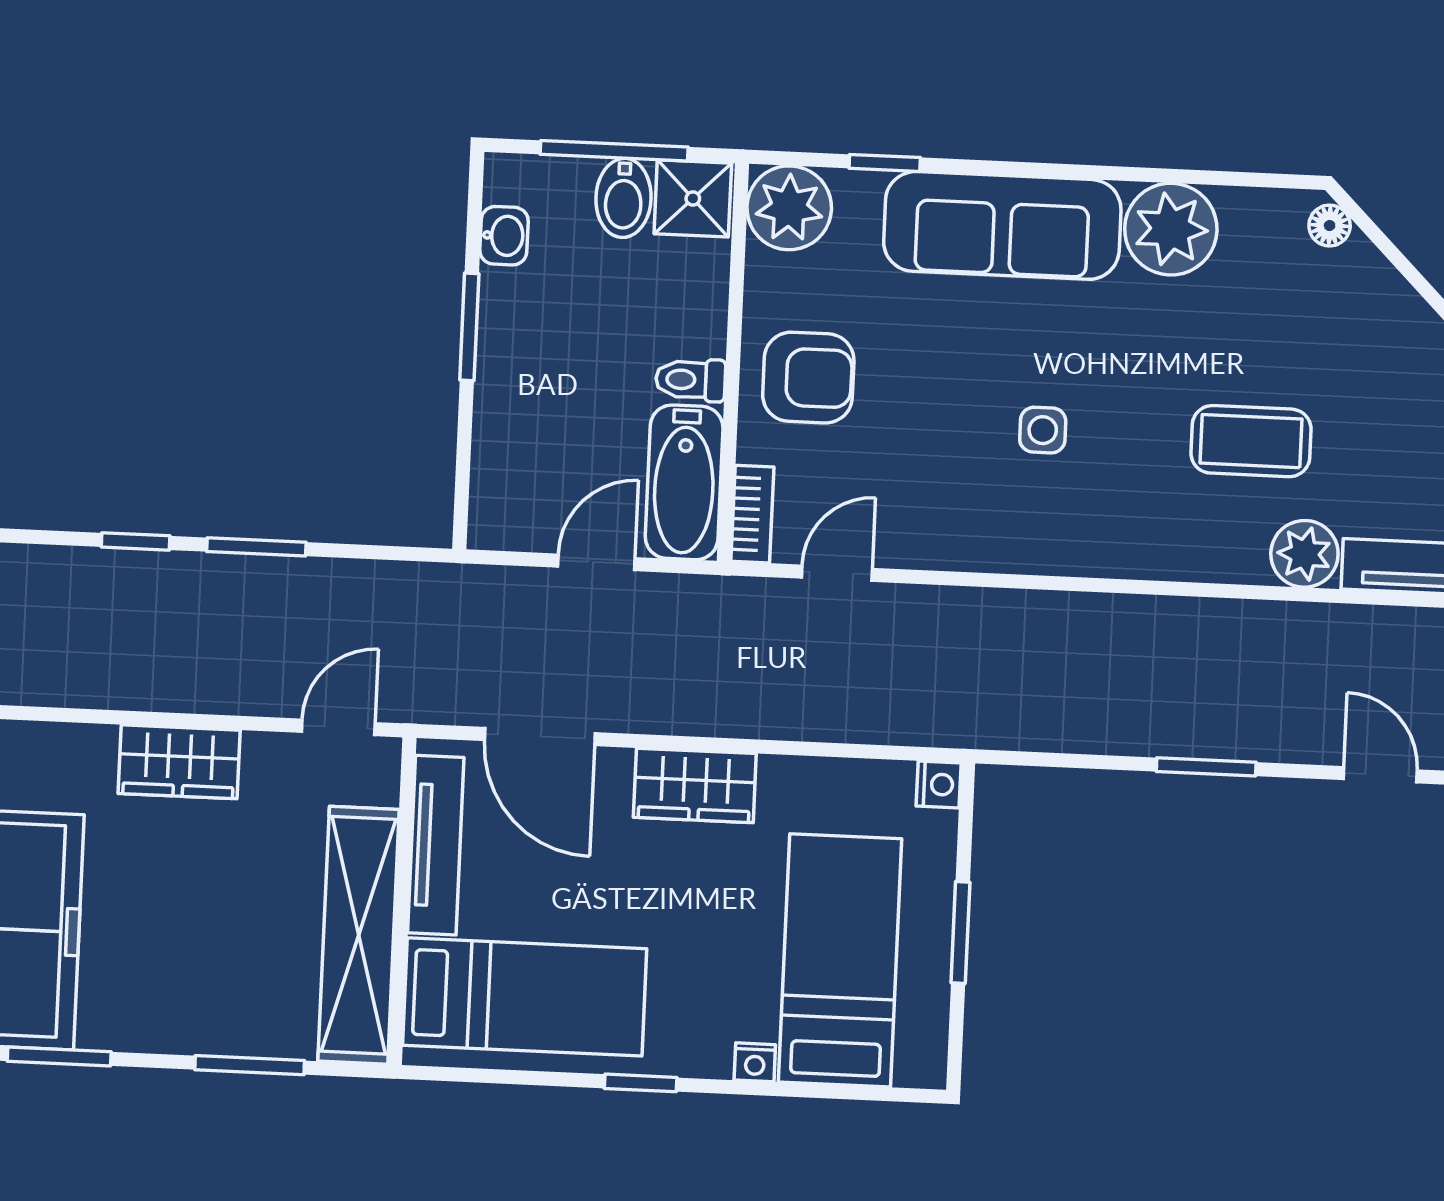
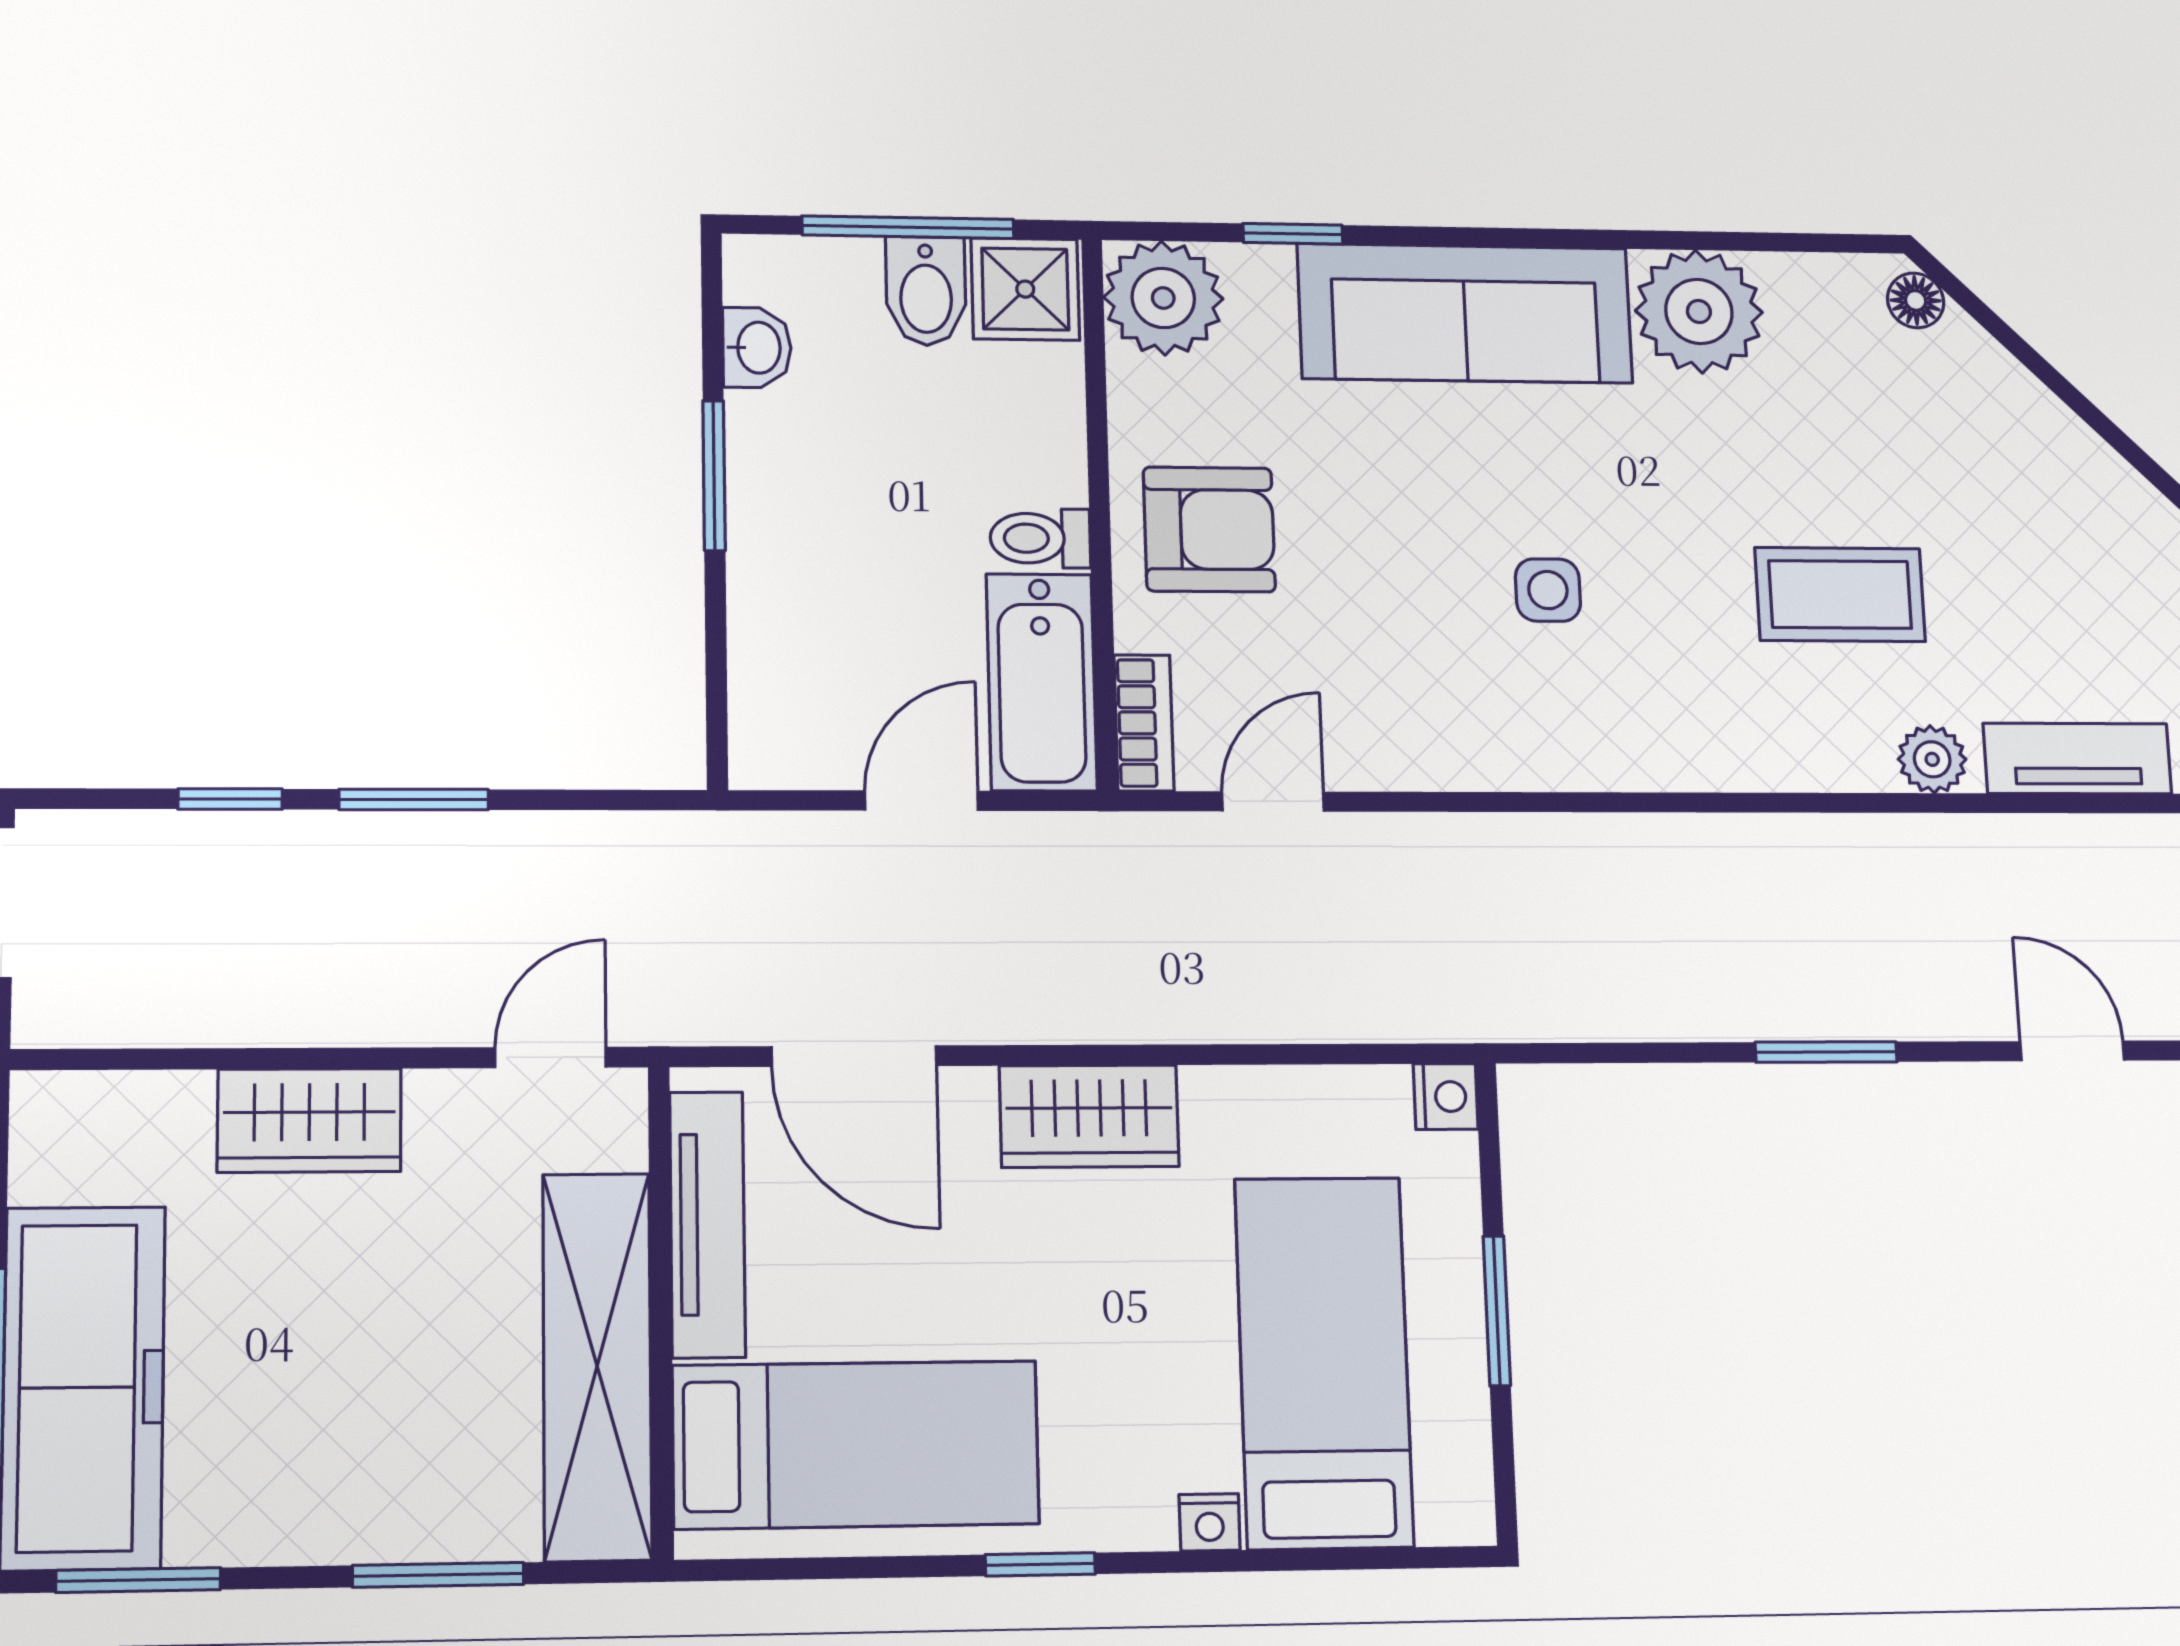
plant: (1304, 554) -> (1932, 759), width x0.73, depth x0.73

